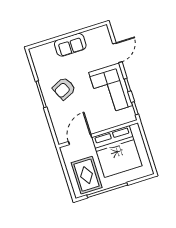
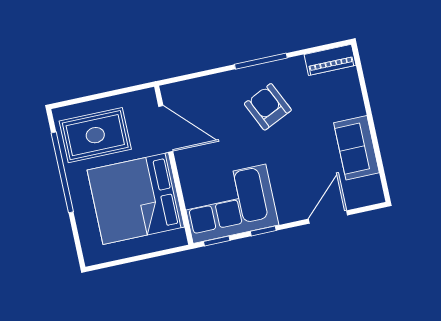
sofa: (70, 45) -> (356, 148), moved
door: (117, 53) -> (328, 217), swing flipped
piano: (37, 59) -> (330, 60), added
corner sofa: (111, 89) -> (229, 204), moved

